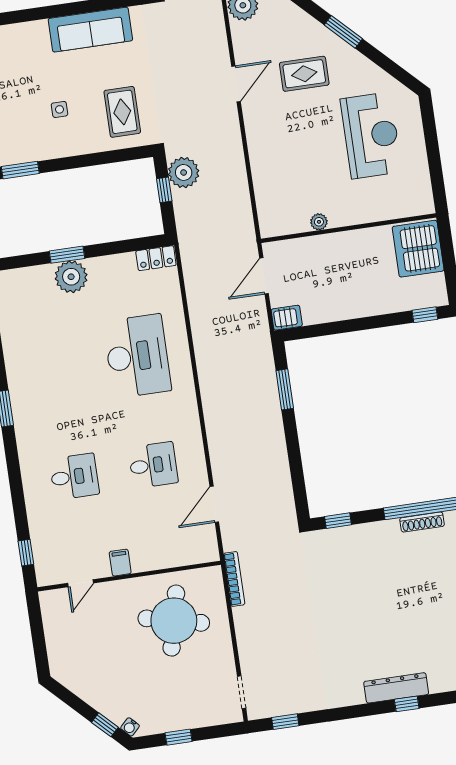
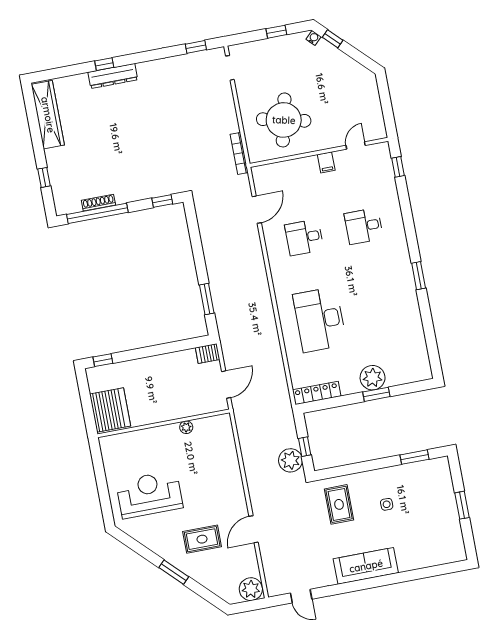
reception desk: (371, 135) -> (149, 494), turned 90
locker: (156, 258) -> (317, 393), width x1.53

